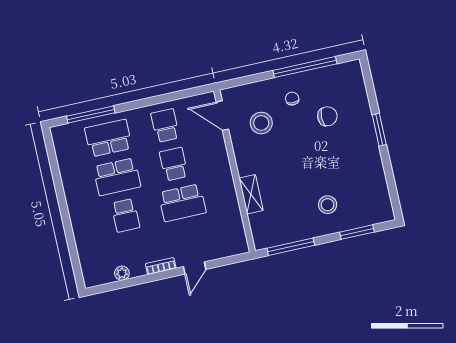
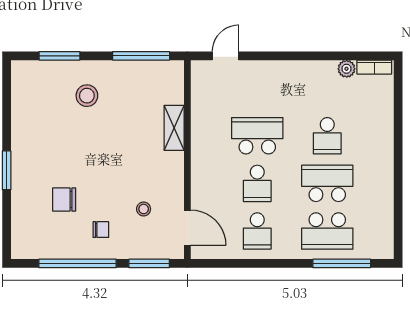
window: (247, 80) -> (149, 263), added
chair: (292, 99) -> (101, 230), turned -90
stool: (261, 123) -> (144, 209), width x0.53, depth x0.53
school desk: (125, 215) -> (327, 136), turned 180
bookcase: (161, 266) -> (374, 67), moved
door: (195, 268) -> (226, 56), moved

